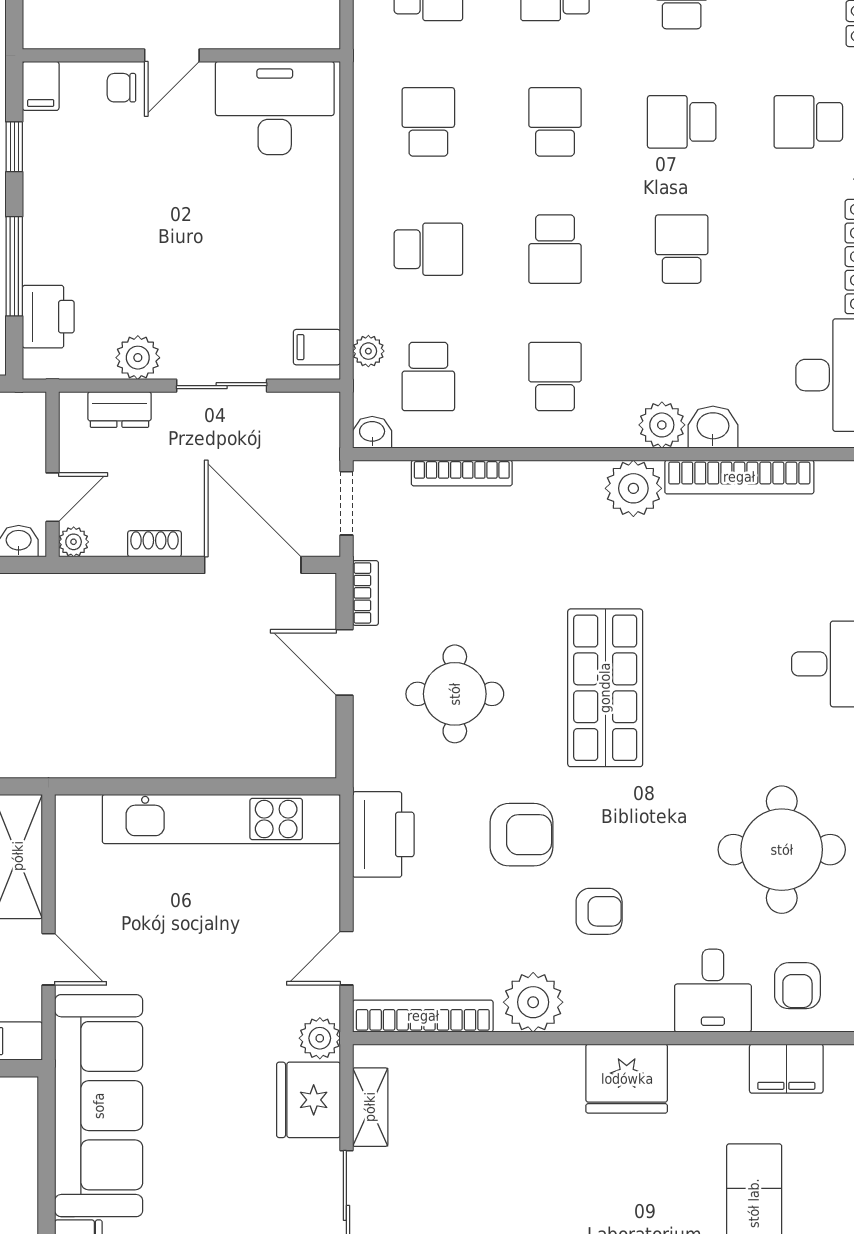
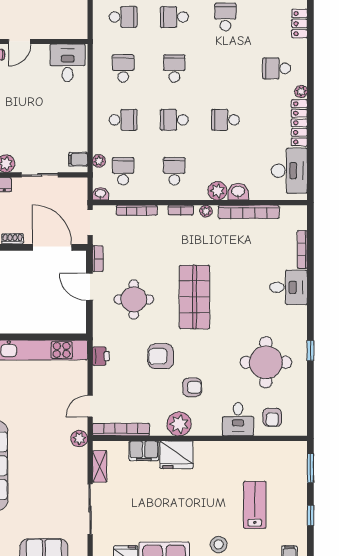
desk: (275, 108) -> (68, 63), width x0.73
school desk: (682, 122) -> (225, 68), removed
school desk: (555, 249) -> (174, 120), turned 90
school desk: (682, 249) -> (225, 120), turned -90
school desk: (428, 376) -> (123, 171), turned 180
bookcase: (571, 473) -> (181, 210), added
plant: (633, 488) -> (206, 211), width x0.53, depth x0.53
printer: (383, 834) -> (101, 356), width x0.53, depth x0.68
armchair: (522, 835) -> (161, 356), turned 180
plant: (533, 1002) -> (179, 424), moved
filing cabinet: (786, 1069) -> (144, 451), moved
fridge: (627, 1079) -> (176, 455), moved
fridge: (309, 1100) -> (75, 463), removed

